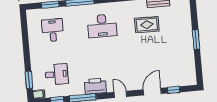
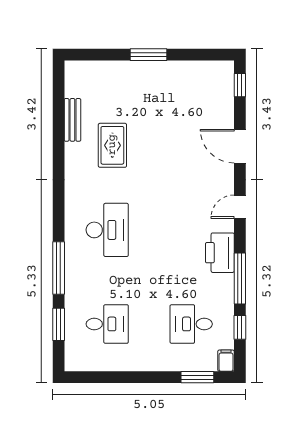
desk: (53, 30) -> (107, 324), turned 180
desk: (57, 74) -> (191, 324), turned -90
window: (174, 90) -> (240, 85), moved

